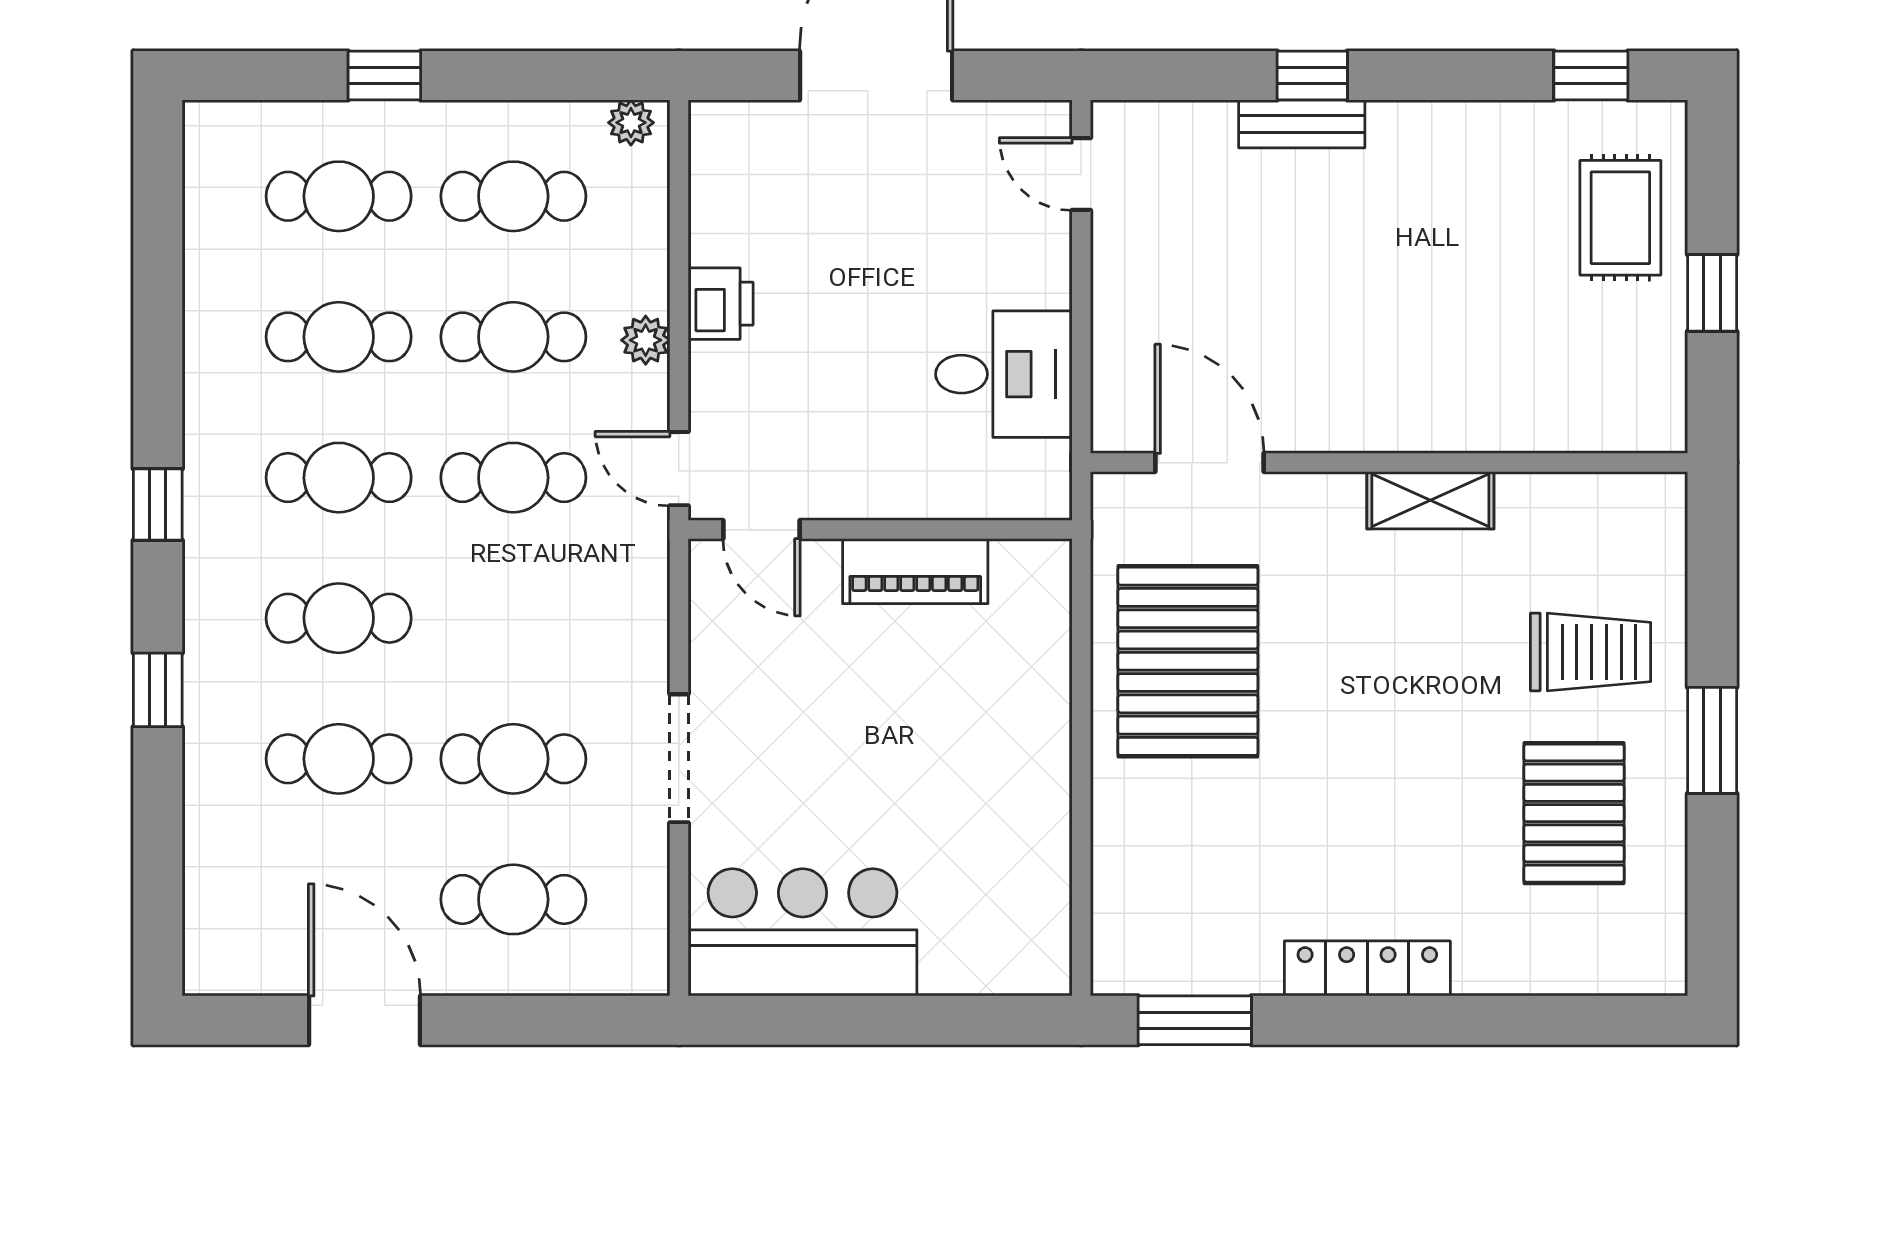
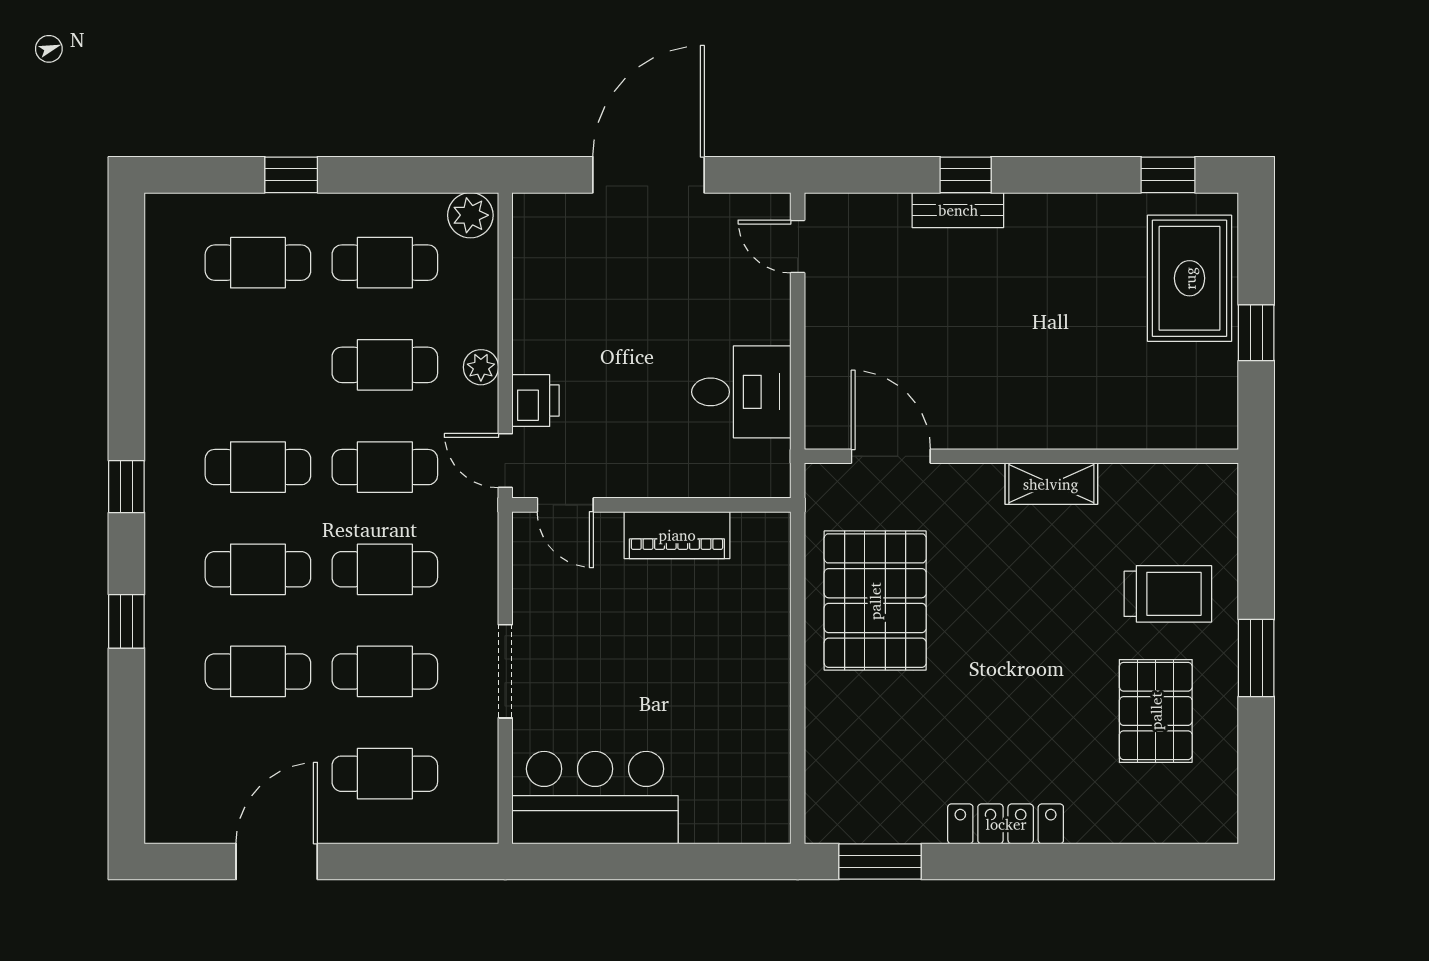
plant: (631, 123) -> (470, 215), width x1.38, depth x1.38
rug: (1620, 218) -> (1190, 278), width x1.36, depth x1.43
printer: (721, 304) -> (536, 401), moved
cafe table: (339, 337) -> (385, 569), moved
door: (364, 1020) -> (277, 862), hinge flipped

